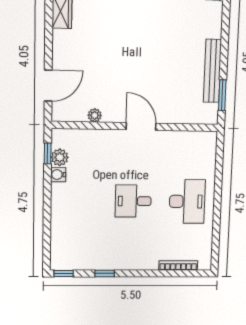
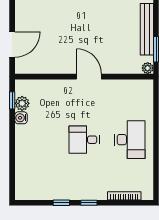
plant: (95, 115) -> (148, 68), moved
window: (64, 274) -> (89, 203), moved

